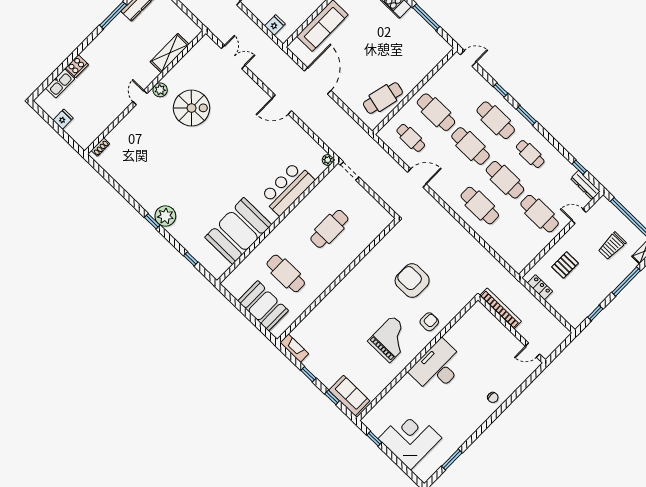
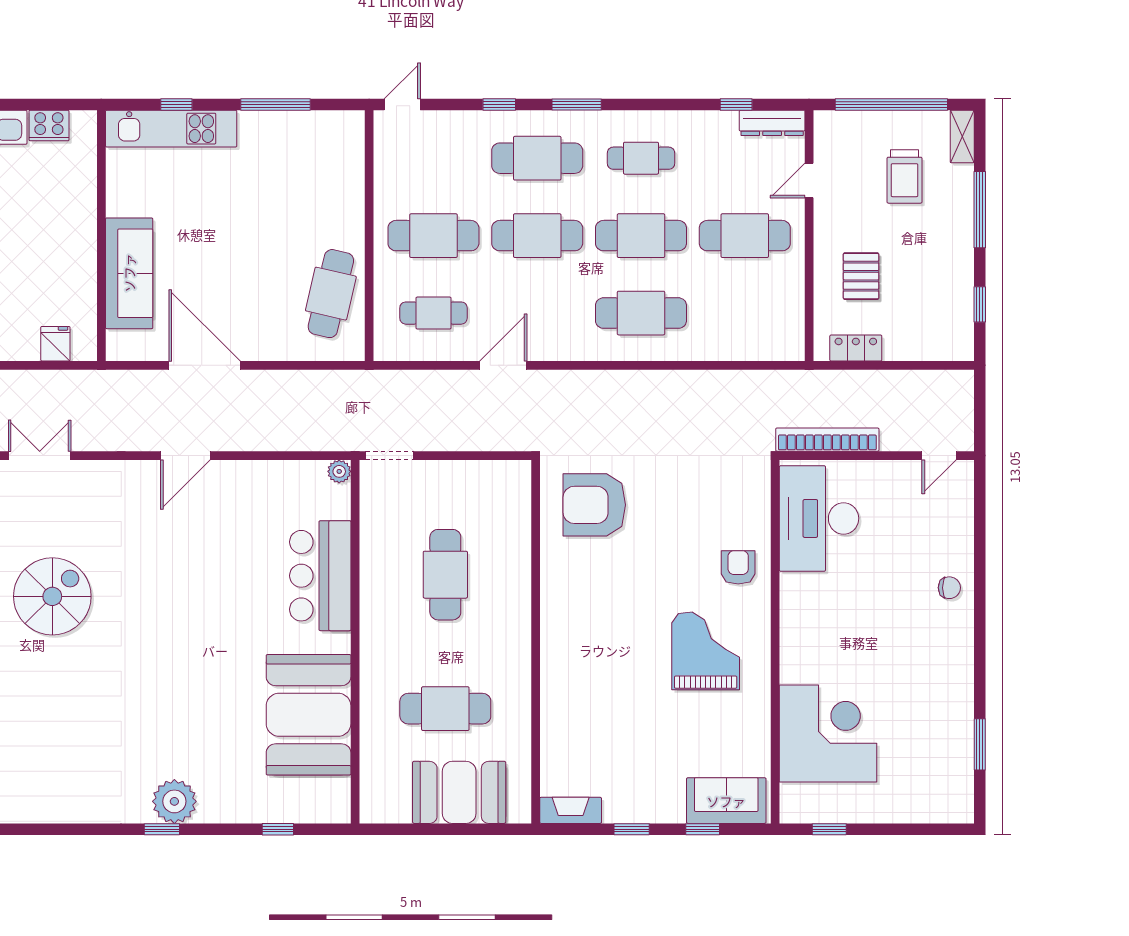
armchair: (412, 281) -> (594, 505), moved
desk: (438, 367) -> (819, 518), moved
corner desk: (410, 438) -> (828, 733), moved, turned 90

